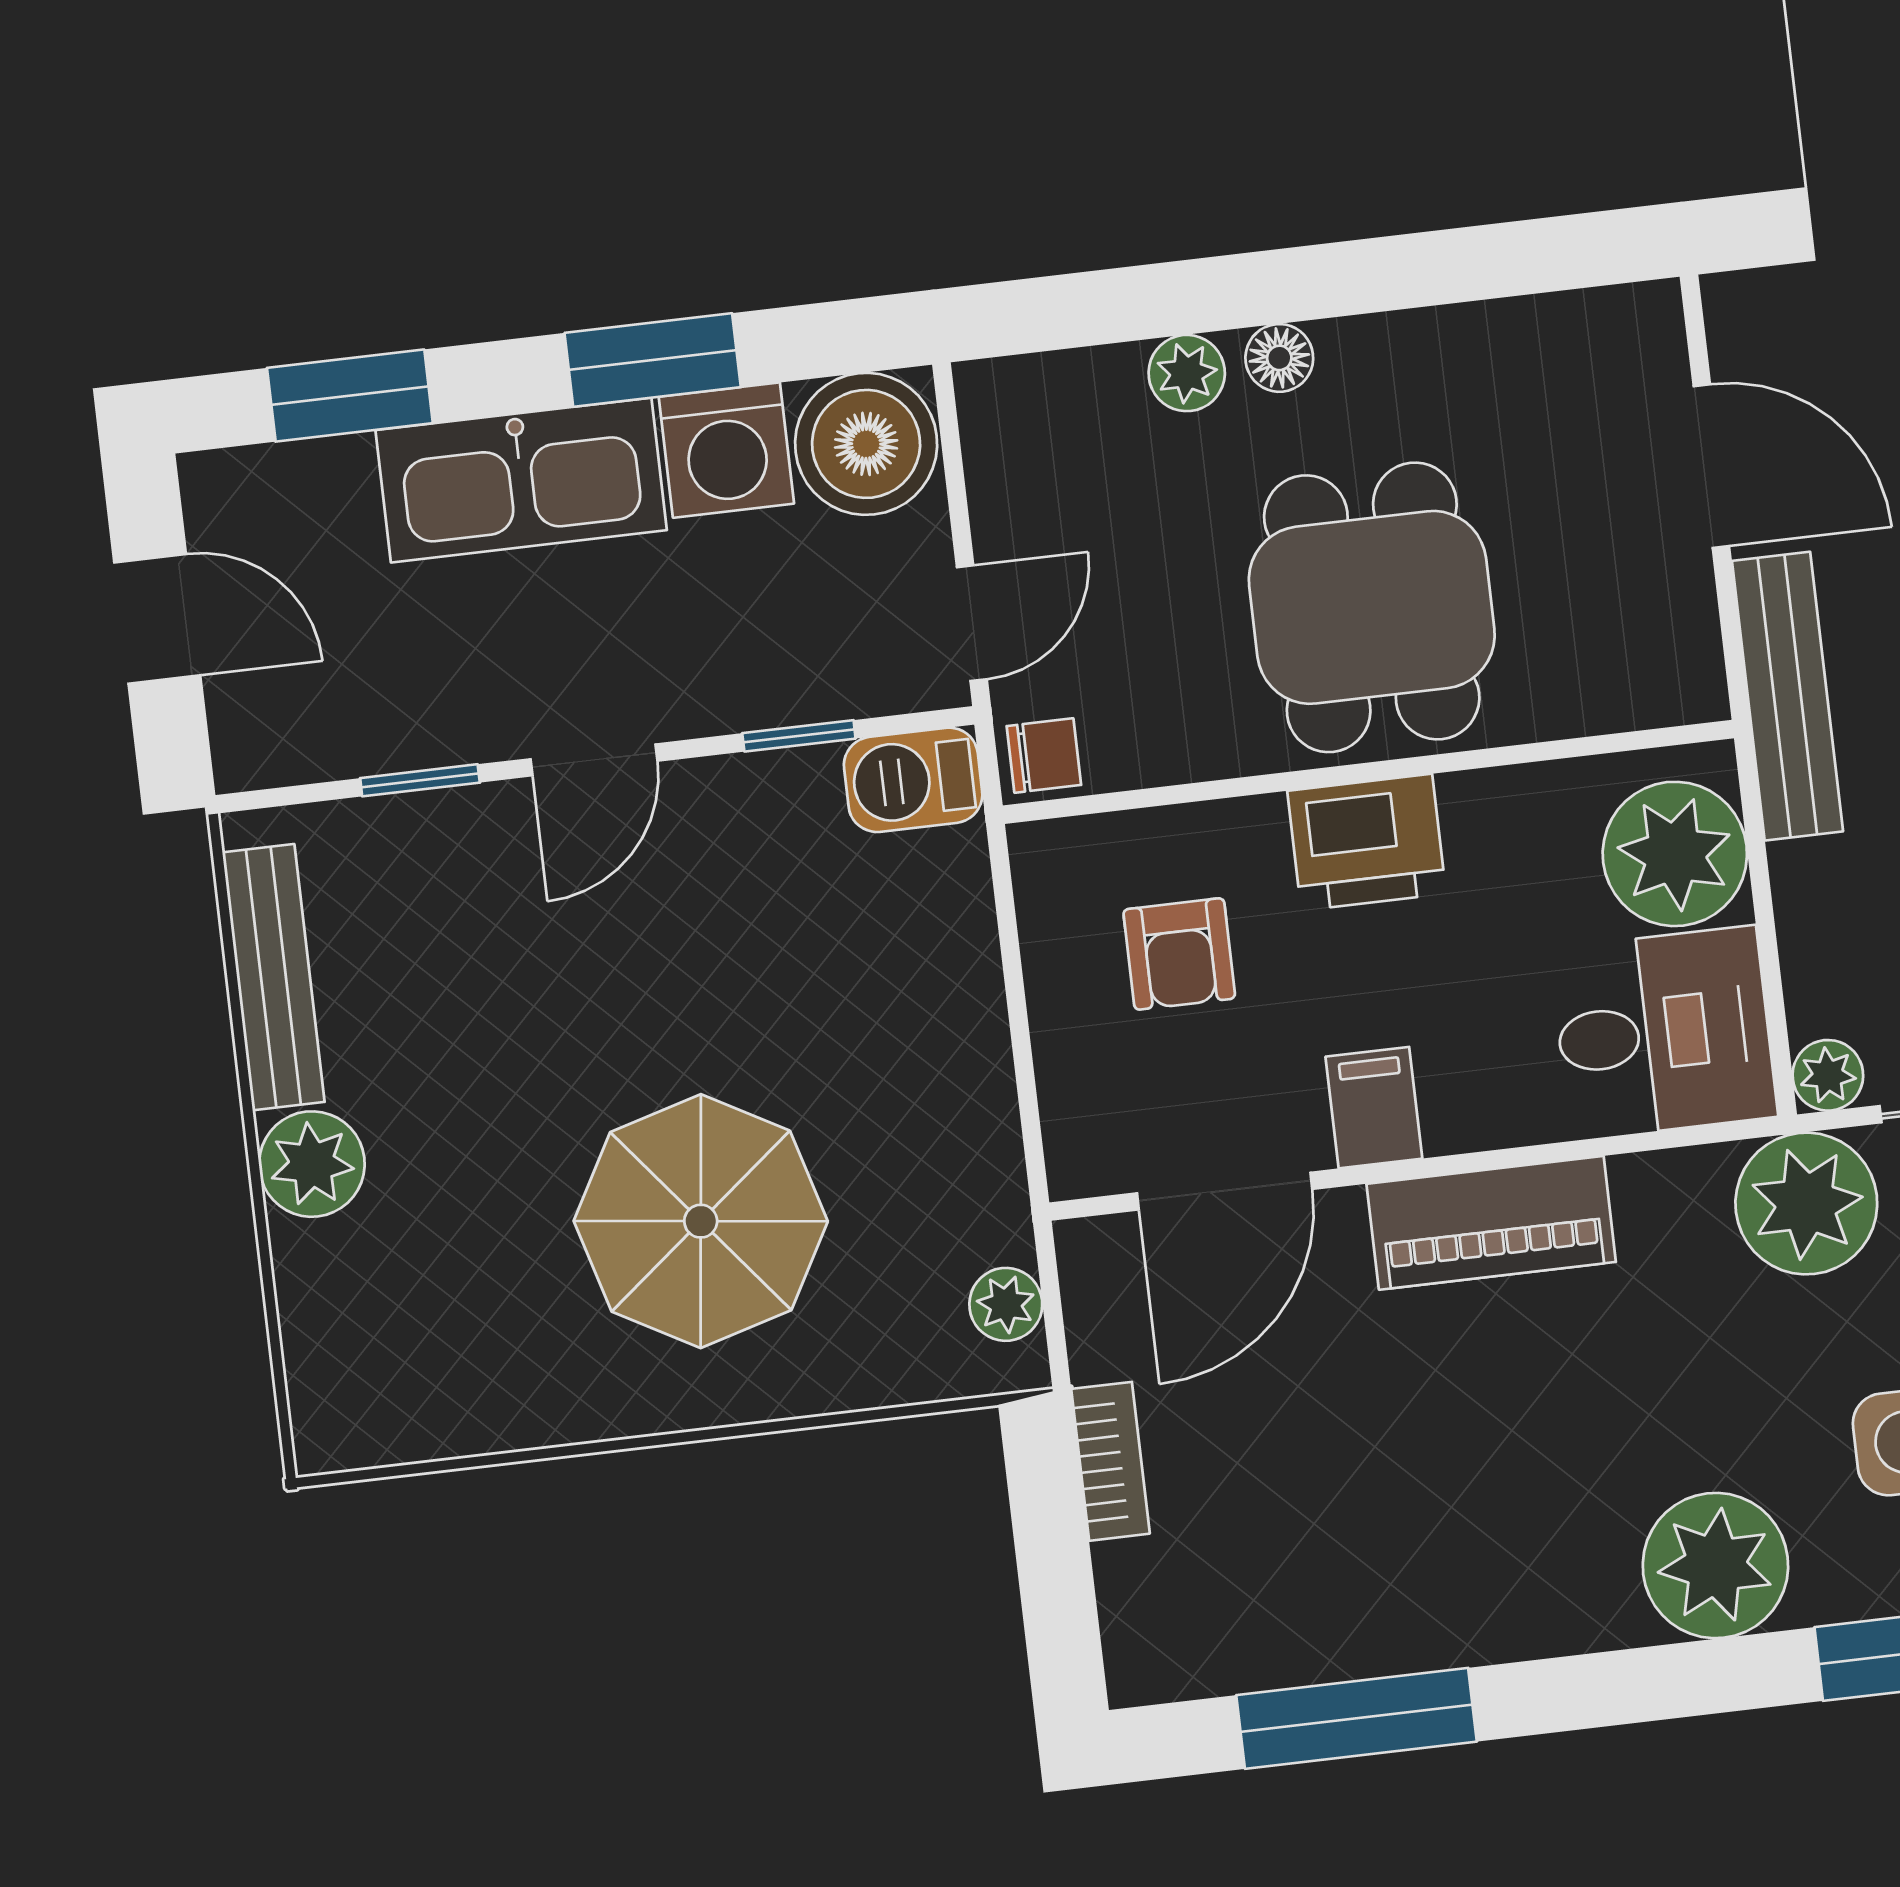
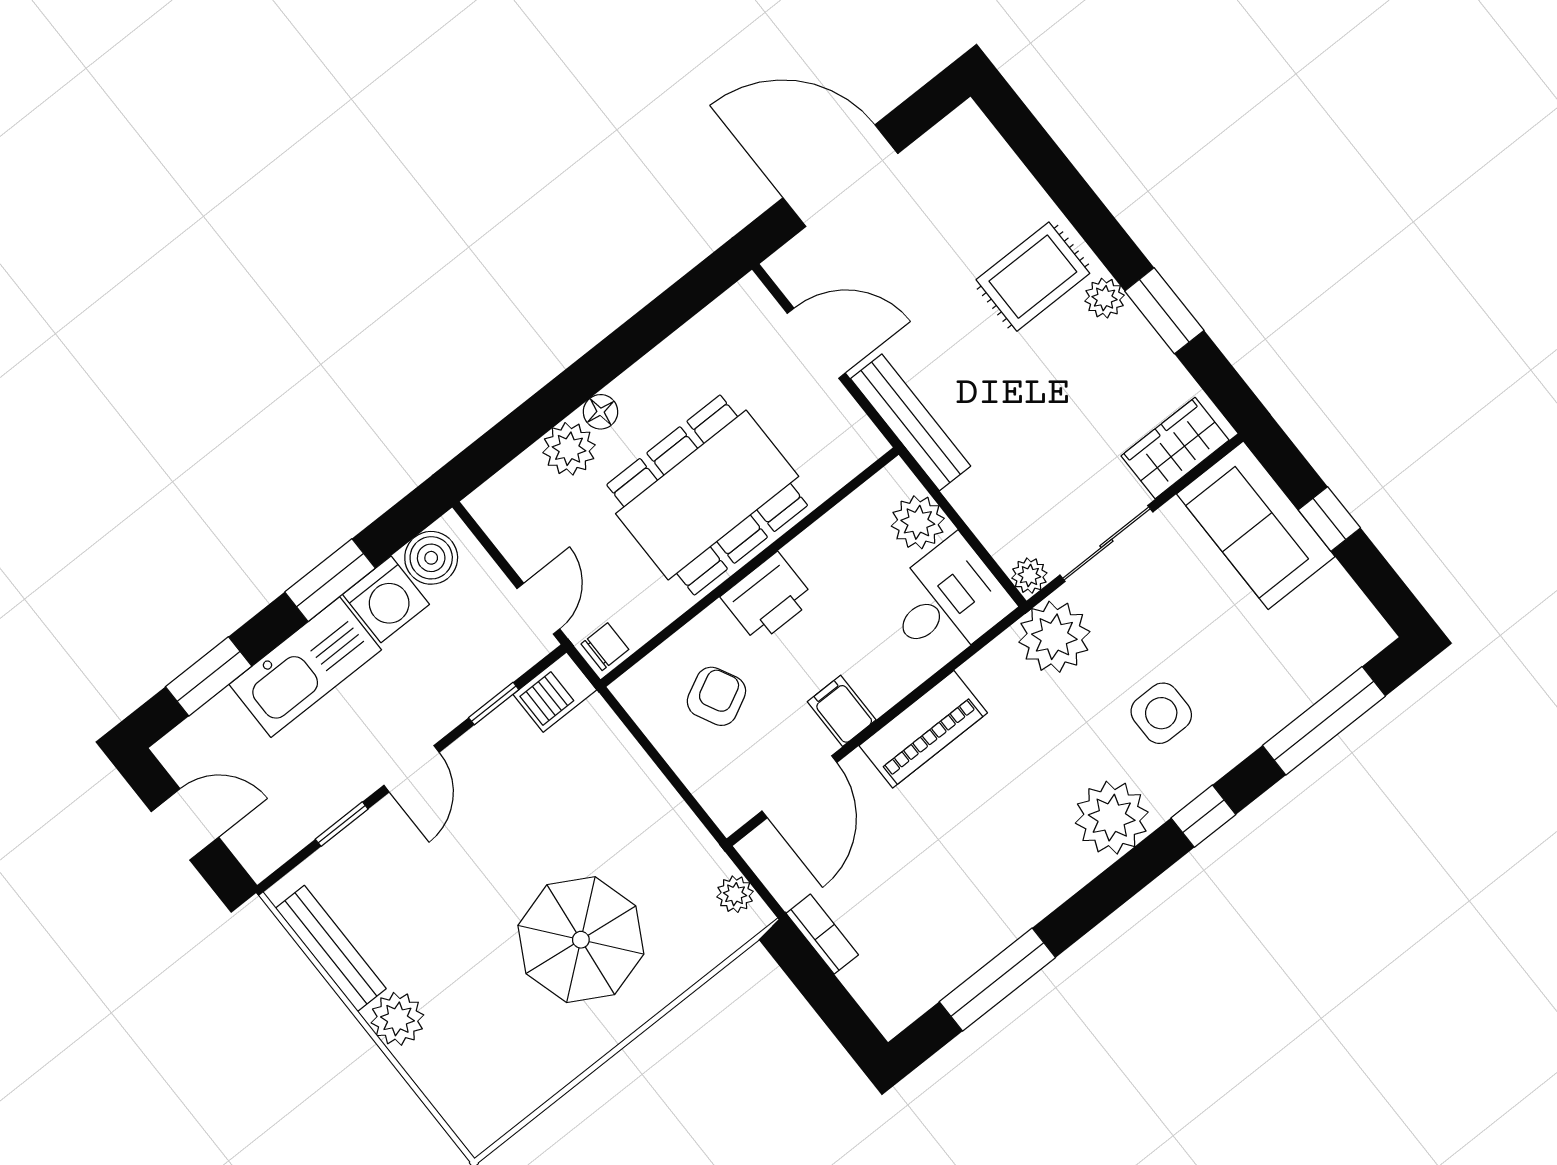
plant: (1187, 373) -> (569, 449), width x1.38, depth x1.38
boiler: (866, 444) -> (431, 558), width x0.73, depth x0.73
dining table: (1372, 607) -> (707, 495), width x1.38
plant: (1675, 854) -> (918, 522), width x0.73, depth x0.73
armchair: (1179, 954) -> (716, 696), turned -117

